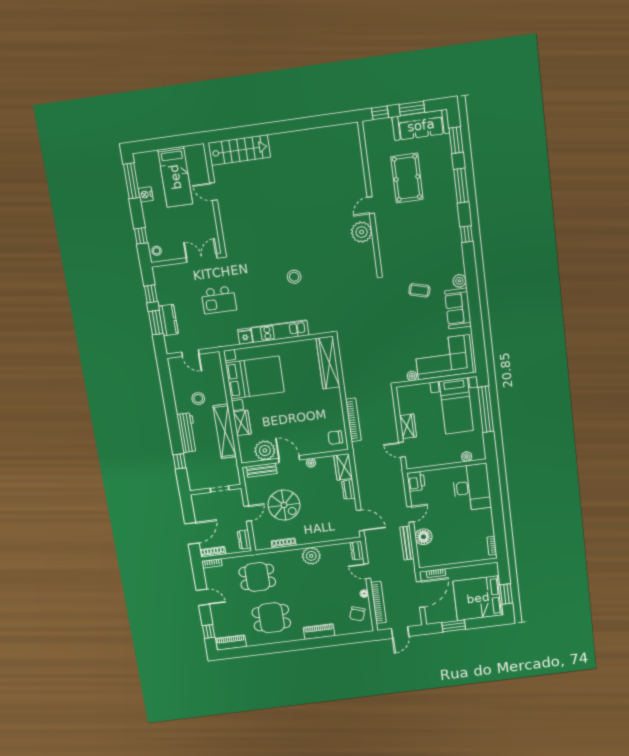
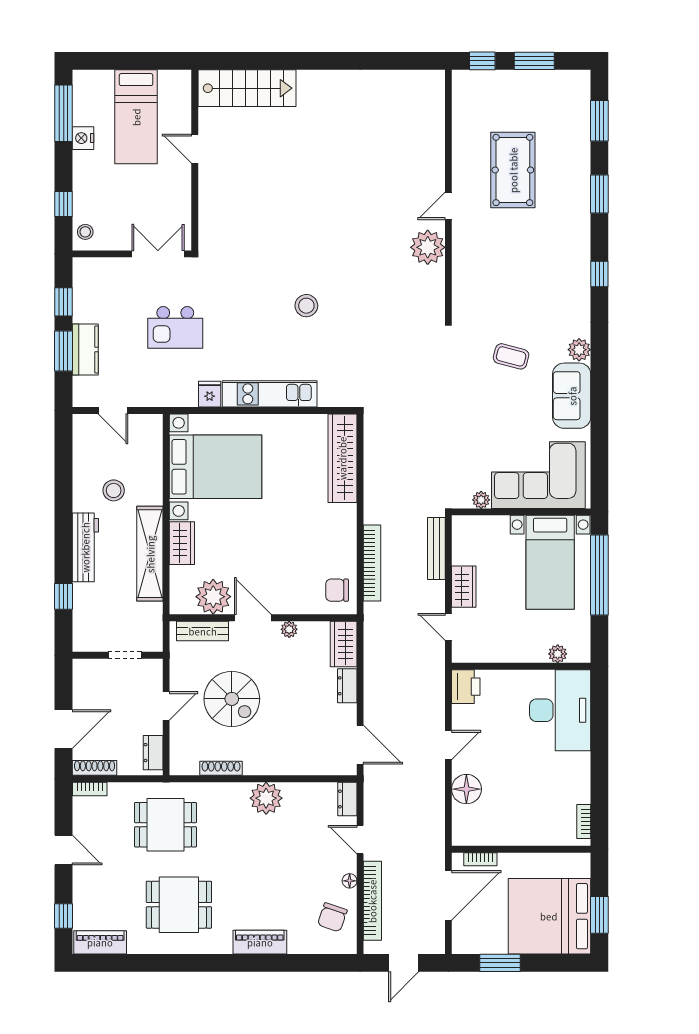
sofa: (421, 125) -> (546, 89), removed
window: (461, 186) -> (599, 194), width x0.69
bench: (407, 543) -> (436, 549), moved

